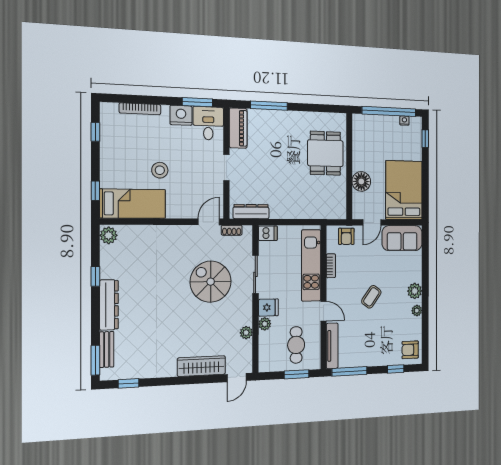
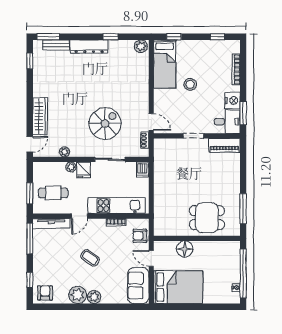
window: (269, 106) -> (243, 209), moved
window: (425, 139) -> (222, 307), removed
dresser: (251, 212) -> (159, 156), removed
plant: (417, 311) -> (78, 295), width x1.88, depth x1.88
door: (237, 378) -> (30, 144), swing flipped

